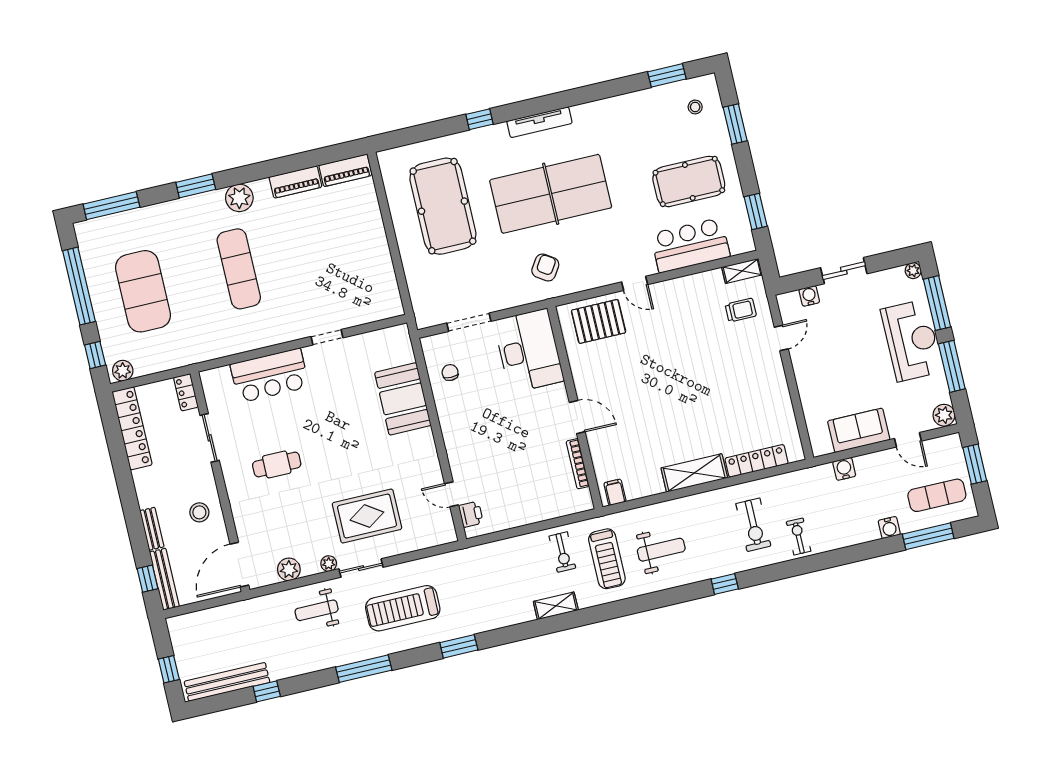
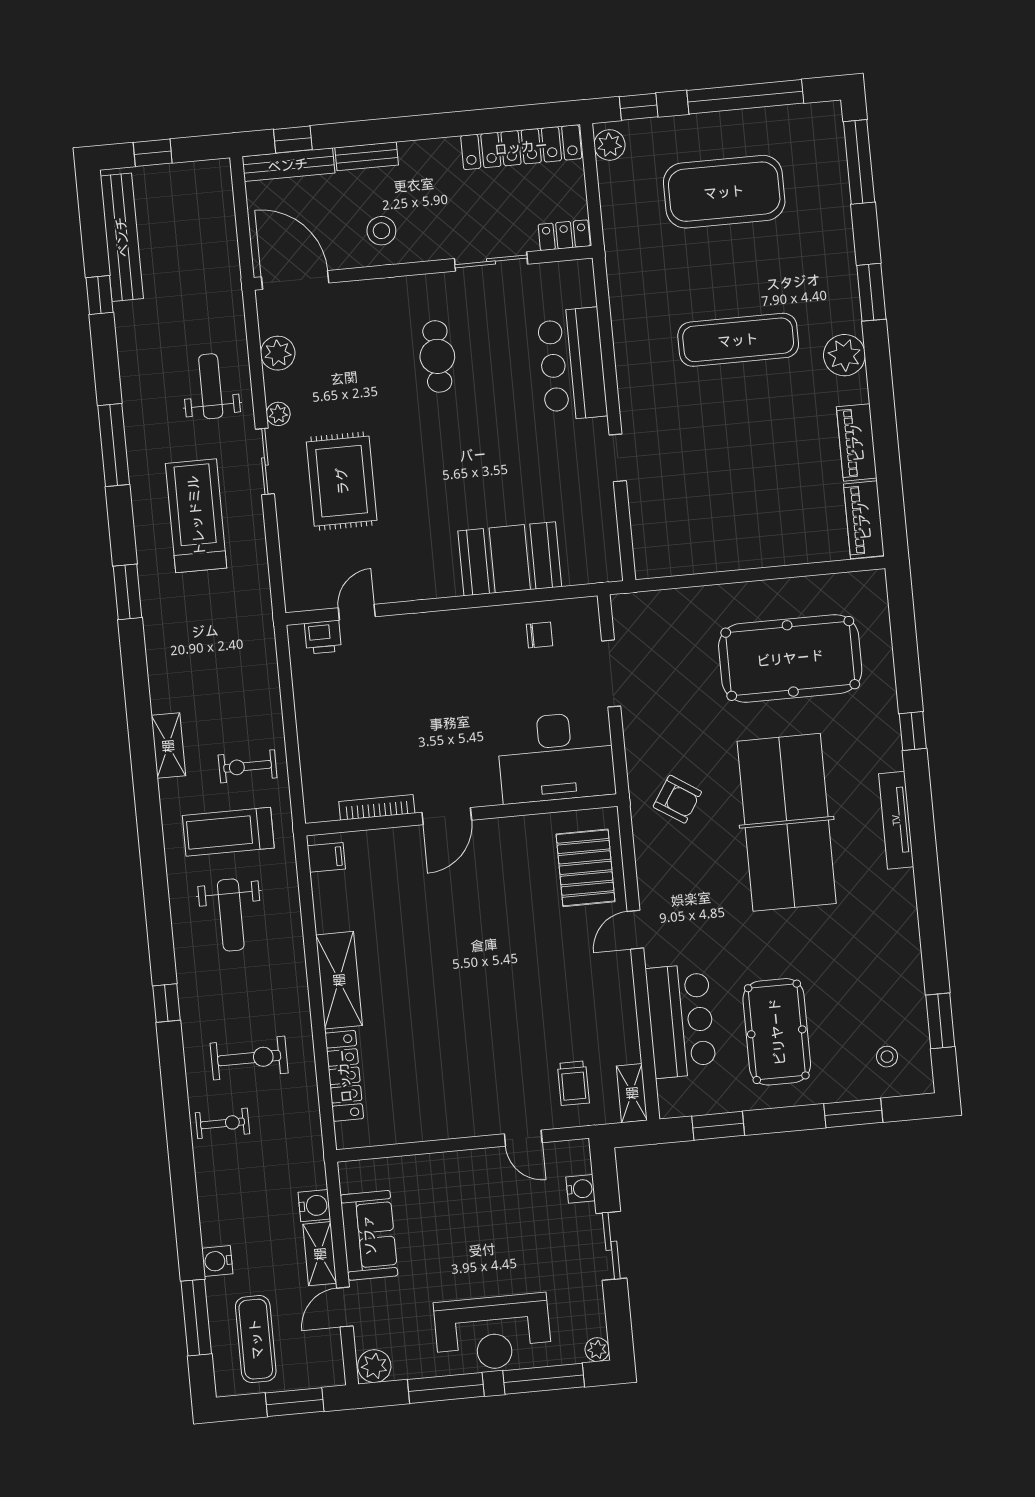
shelving: (875, 461) -> (320, 1254), added
exercise bike: (753, 525) -> (249, 1058), turned 180

